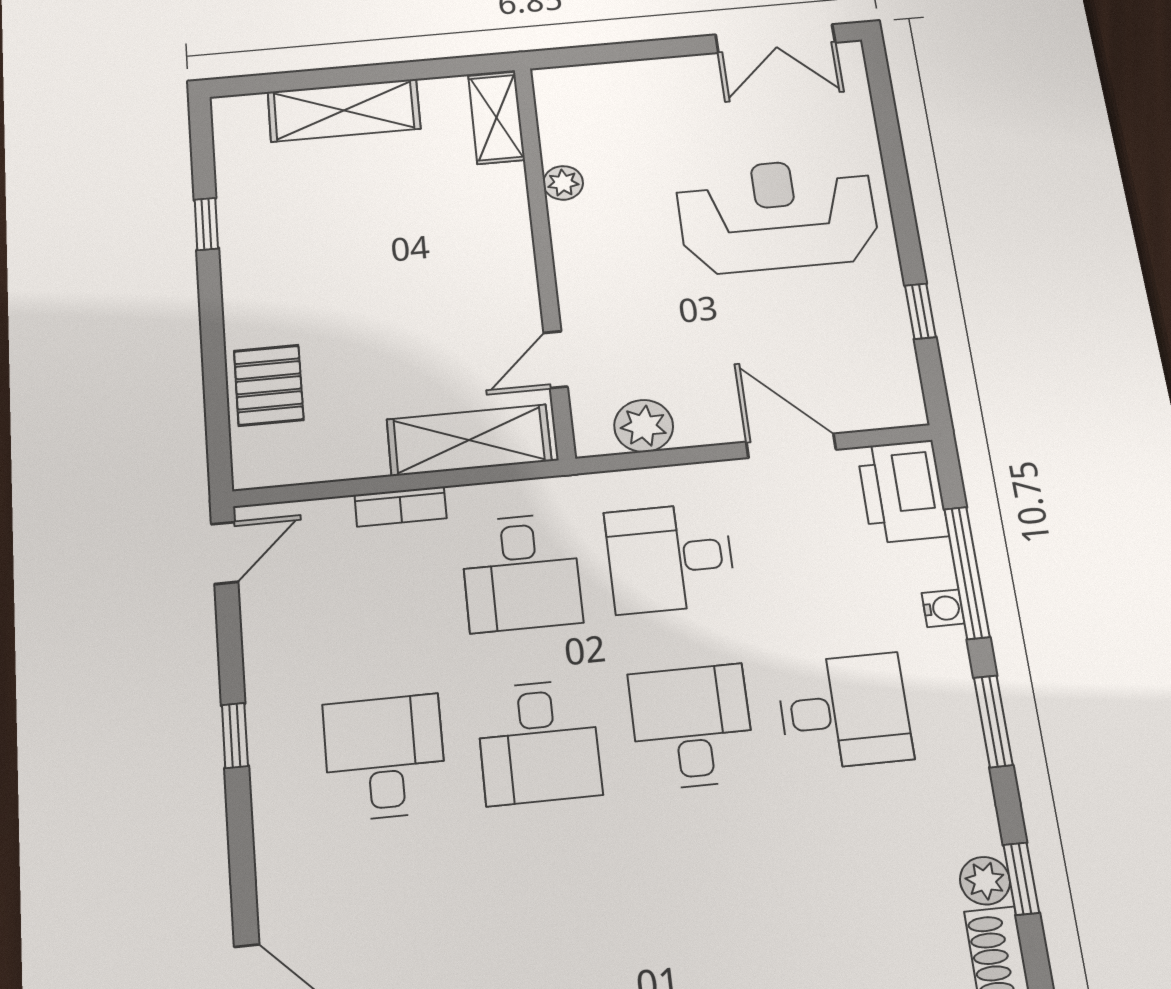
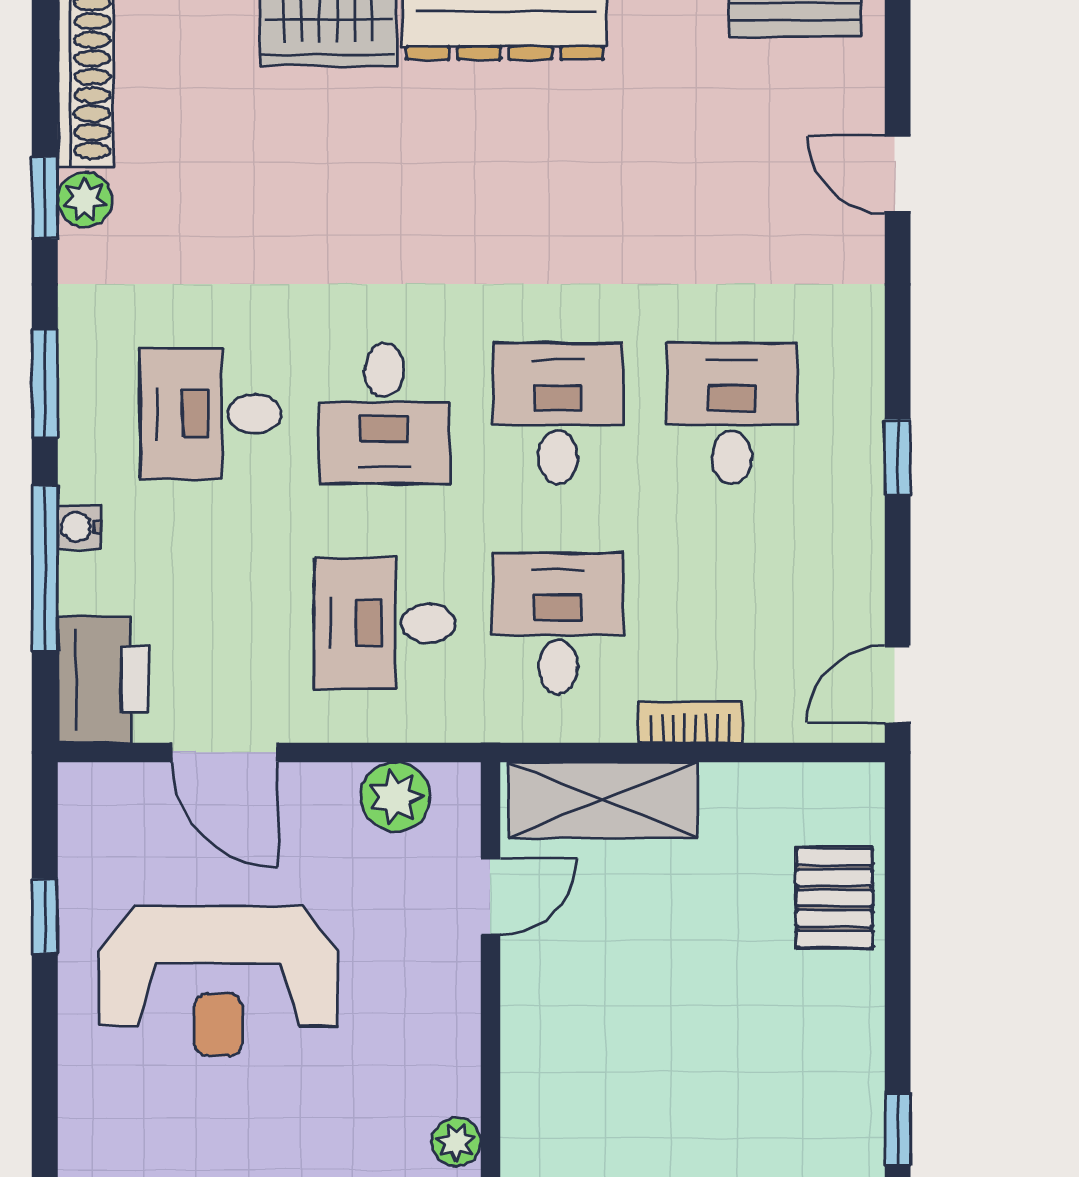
reception desk: (777, 215) -> (218, 981), moved
desk: (670, 558) -> (384, 623), turned 180
desk: (385, 757) -> (732, 414), turned 180

